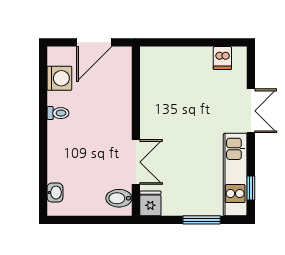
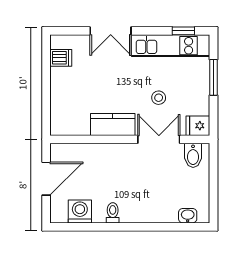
door: (94, 42) -> (46, 179), hinge flipped
double door: (251, 111) -> (111, 31), swing flipped
kitchen counter: (152, 113) -> (113, 124), added
stool: (180, 162) -> (159, 98), added

